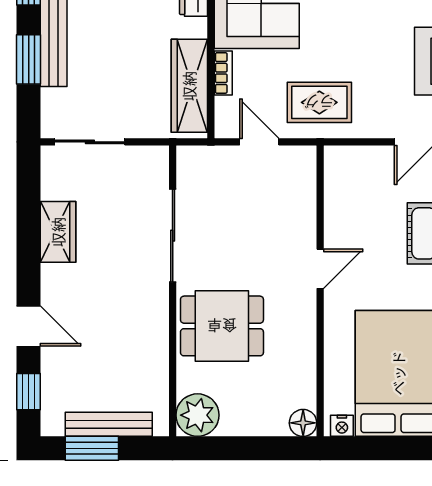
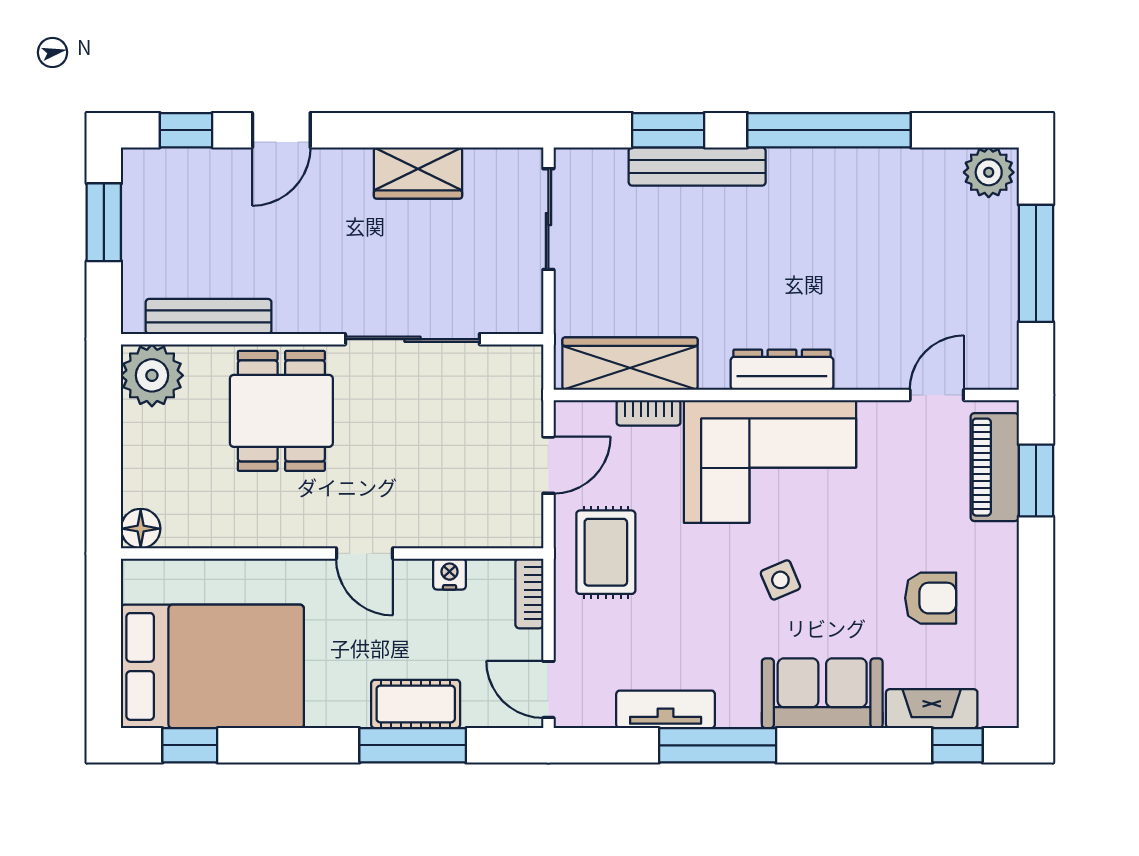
bookcase: (348, 155) -> (529, 593), added
bench: (109, 424) -> (209, 316), moved, turned 90
nightstand: (342, 426) -> (450, 574), moved, turned 90

